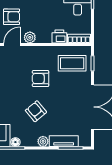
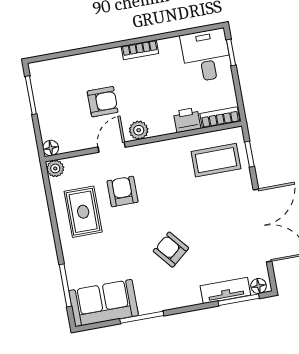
armchair: (40, 79) -> (122, 191), moved, turned 90
plant: (43, 141) -> (191, 297), removed
floor lamp: (15, 142) -> (259, 286), moved

